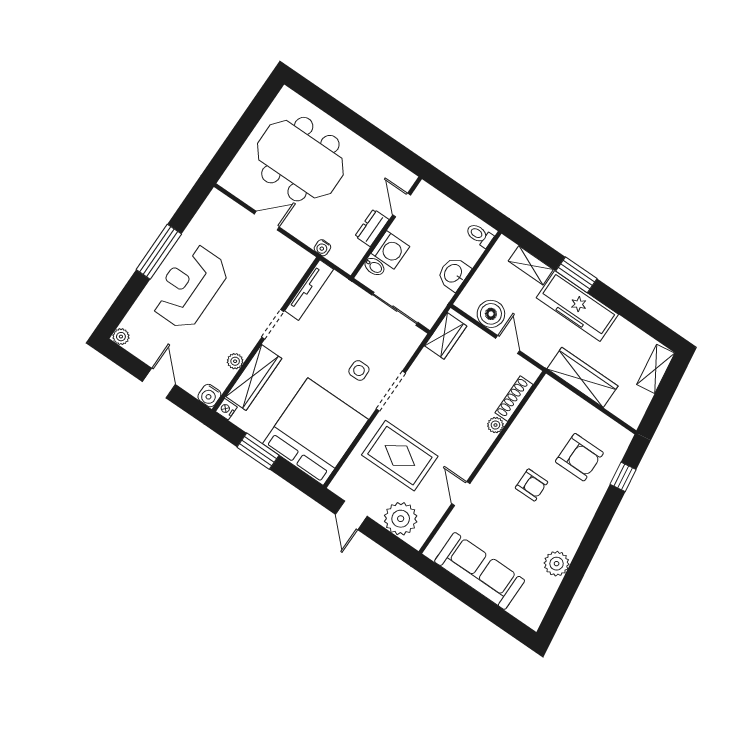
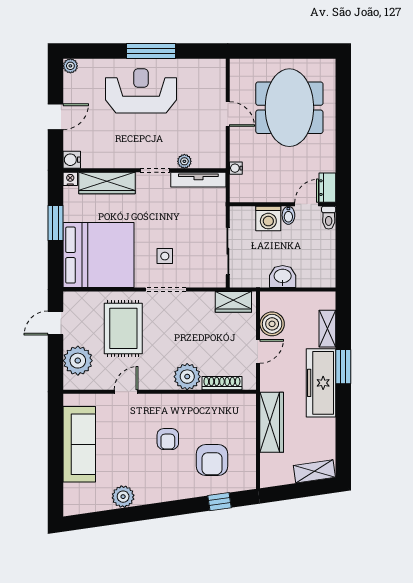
dresser: (372, 228) -> (327, 188), moved, turned -90
toilet: (480, 235) -> (329, 218), moved, turned 180
bidet: (374, 267) -> (288, 215), moved
plant: (235, 361) -> (184, 161), moved
plant: (495, 425) -> (187, 377), width x1.88, depth x1.88

